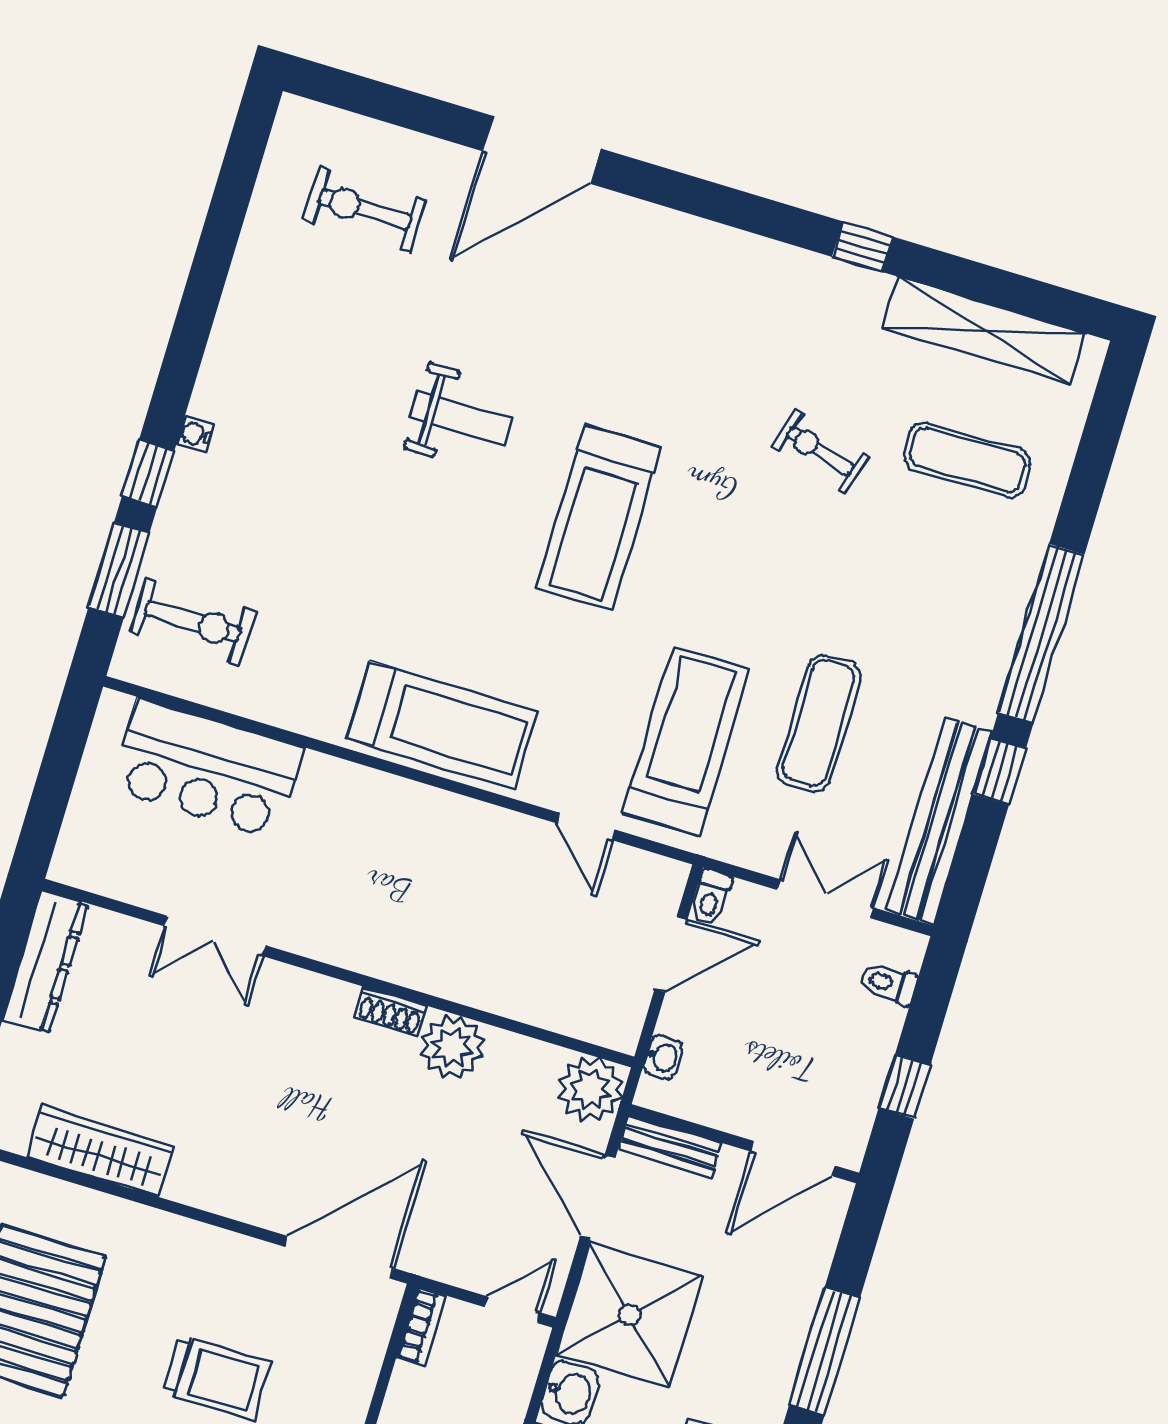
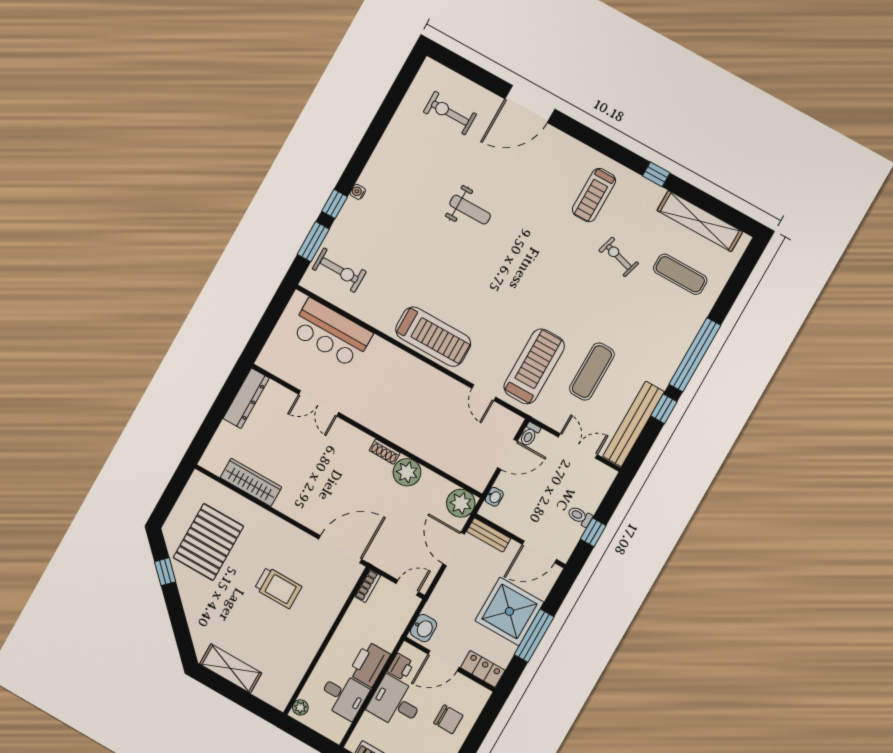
treadmill: (598, 517) -> (594, 195), moved, width x0.73, depth x0.73
toilet: (888, 983) -> (580, 516), moved
shower: (630, 1315) -> (509, 611), moved

